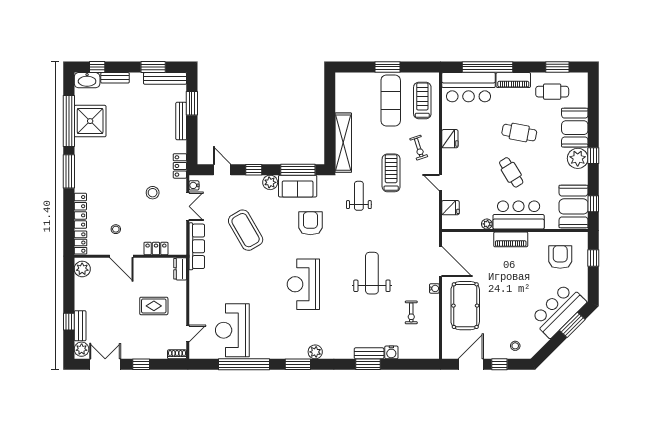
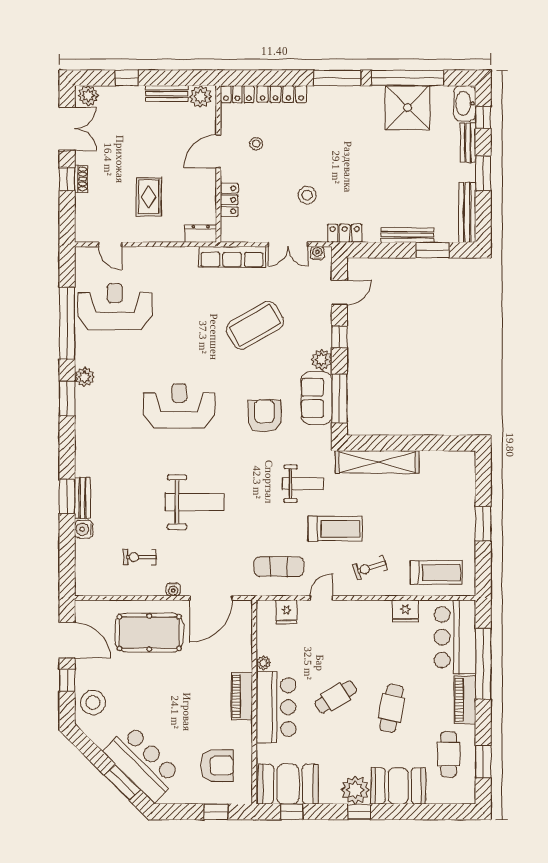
window: (153, 67) -> (483, 173), moved
exercise mat: (391, 100) -> (279, 567), moved, width x0.73, depth x0.69
fridge: (450, 139) -> (405, 611), moved
armchair: (310, 223) -> (264, 416), turned -90
bench: (80, 326) -> (167, 94), moved
stool: (515, 346) -> (93, 702), width x1.89, depth x1.89
plant: (315, 352) -> (84, 377), moved
shoe rack: (177, 354) -> (81, 179), moved

